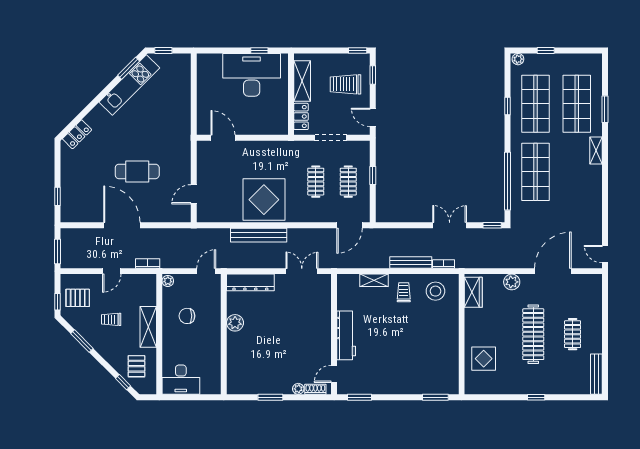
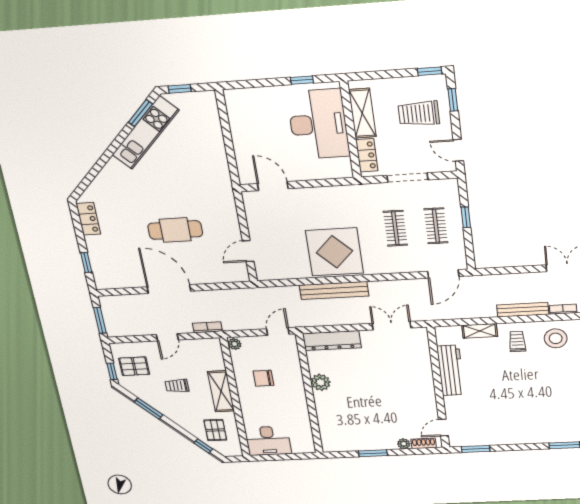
desk: (252, 75) -> (318, 124), moved, turned 90
locker: (77, 134) -> (88, 219), moved, turned -45
workbench: (346, 335) -> (451, 370), moved

